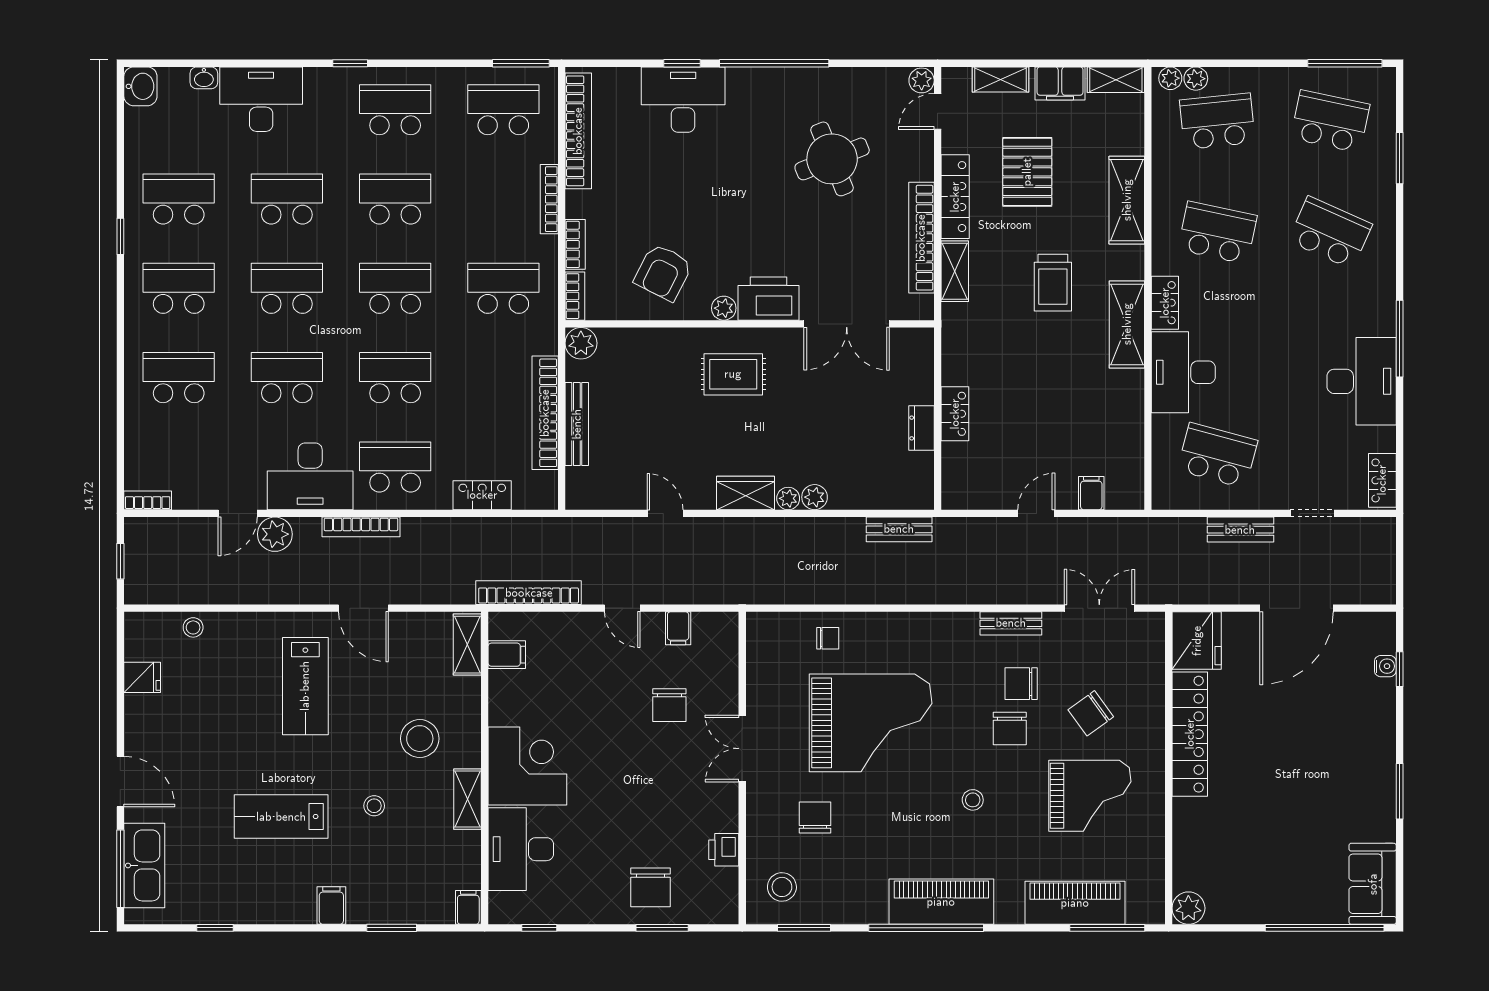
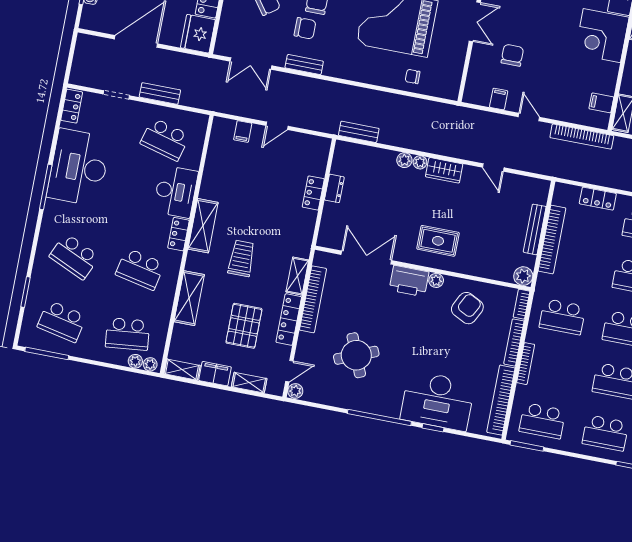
desk: (683, 100) -> (438, 401), width x1.36, depth x1.30
bookcase: (575, 244) -> (514, 342), width x1.56
desk: (1362, 381) -> (79, 167), width x1.36, depth x1.30

